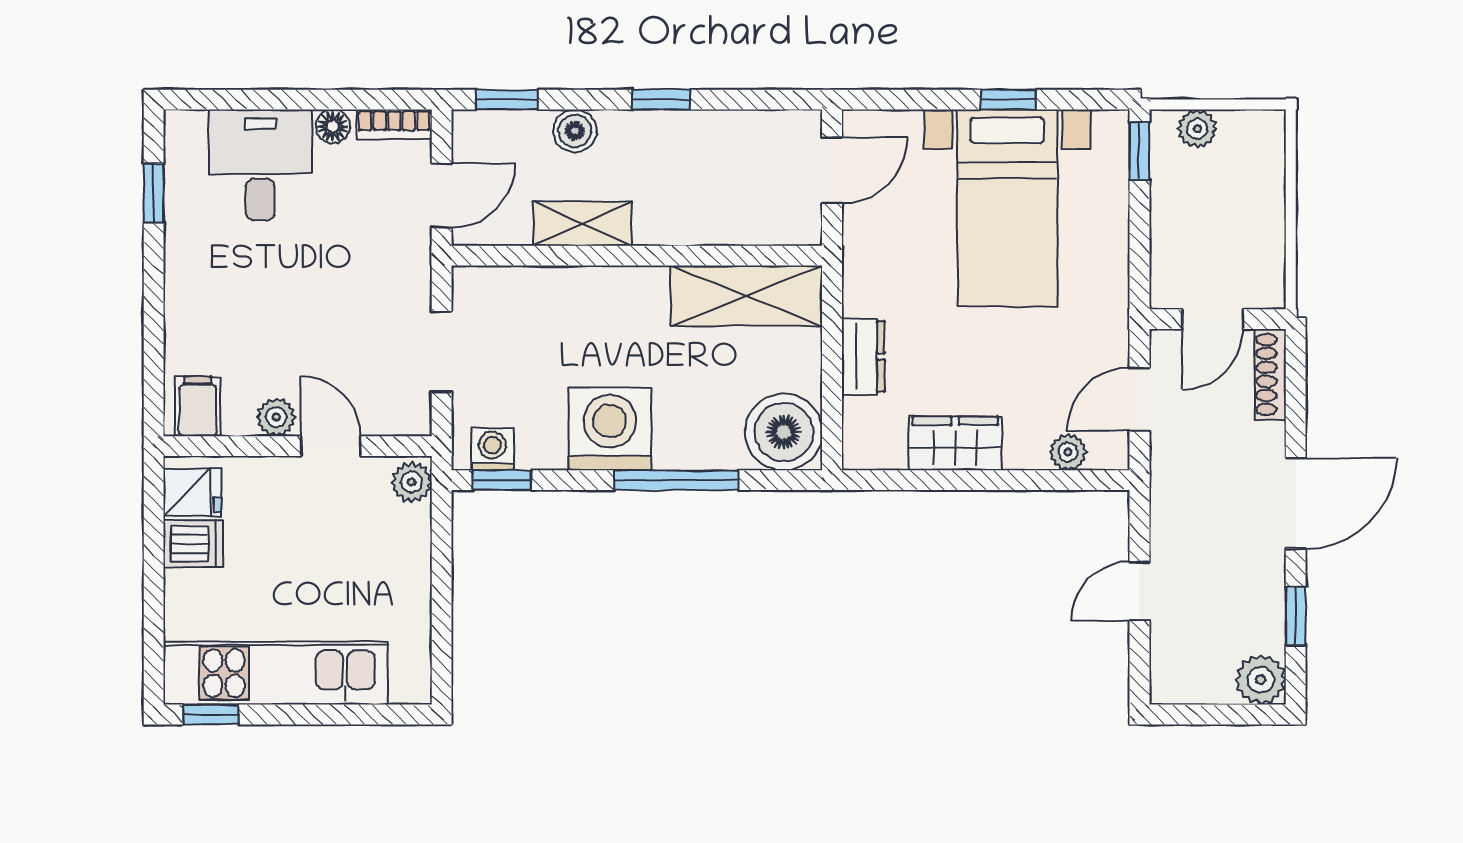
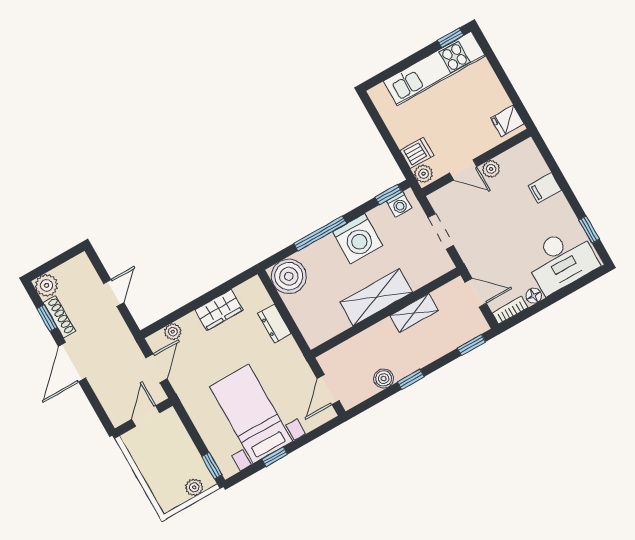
boiler: (575, 131) -> (384, 379), moved
desk: (260, 165) -> (561, 260), width x1.37
door: (442, 196) -> (476, 293), swing flipped
shelving: (746, 296) -> (376, 297), moved
shoe rack: (1270, 374) -> (59, 317), moved
filing cabinet: (198, 406) -> (545, 188), moved, turned 90
dishwasher: (194, 544) -> (417, 153), moved, turned 180

